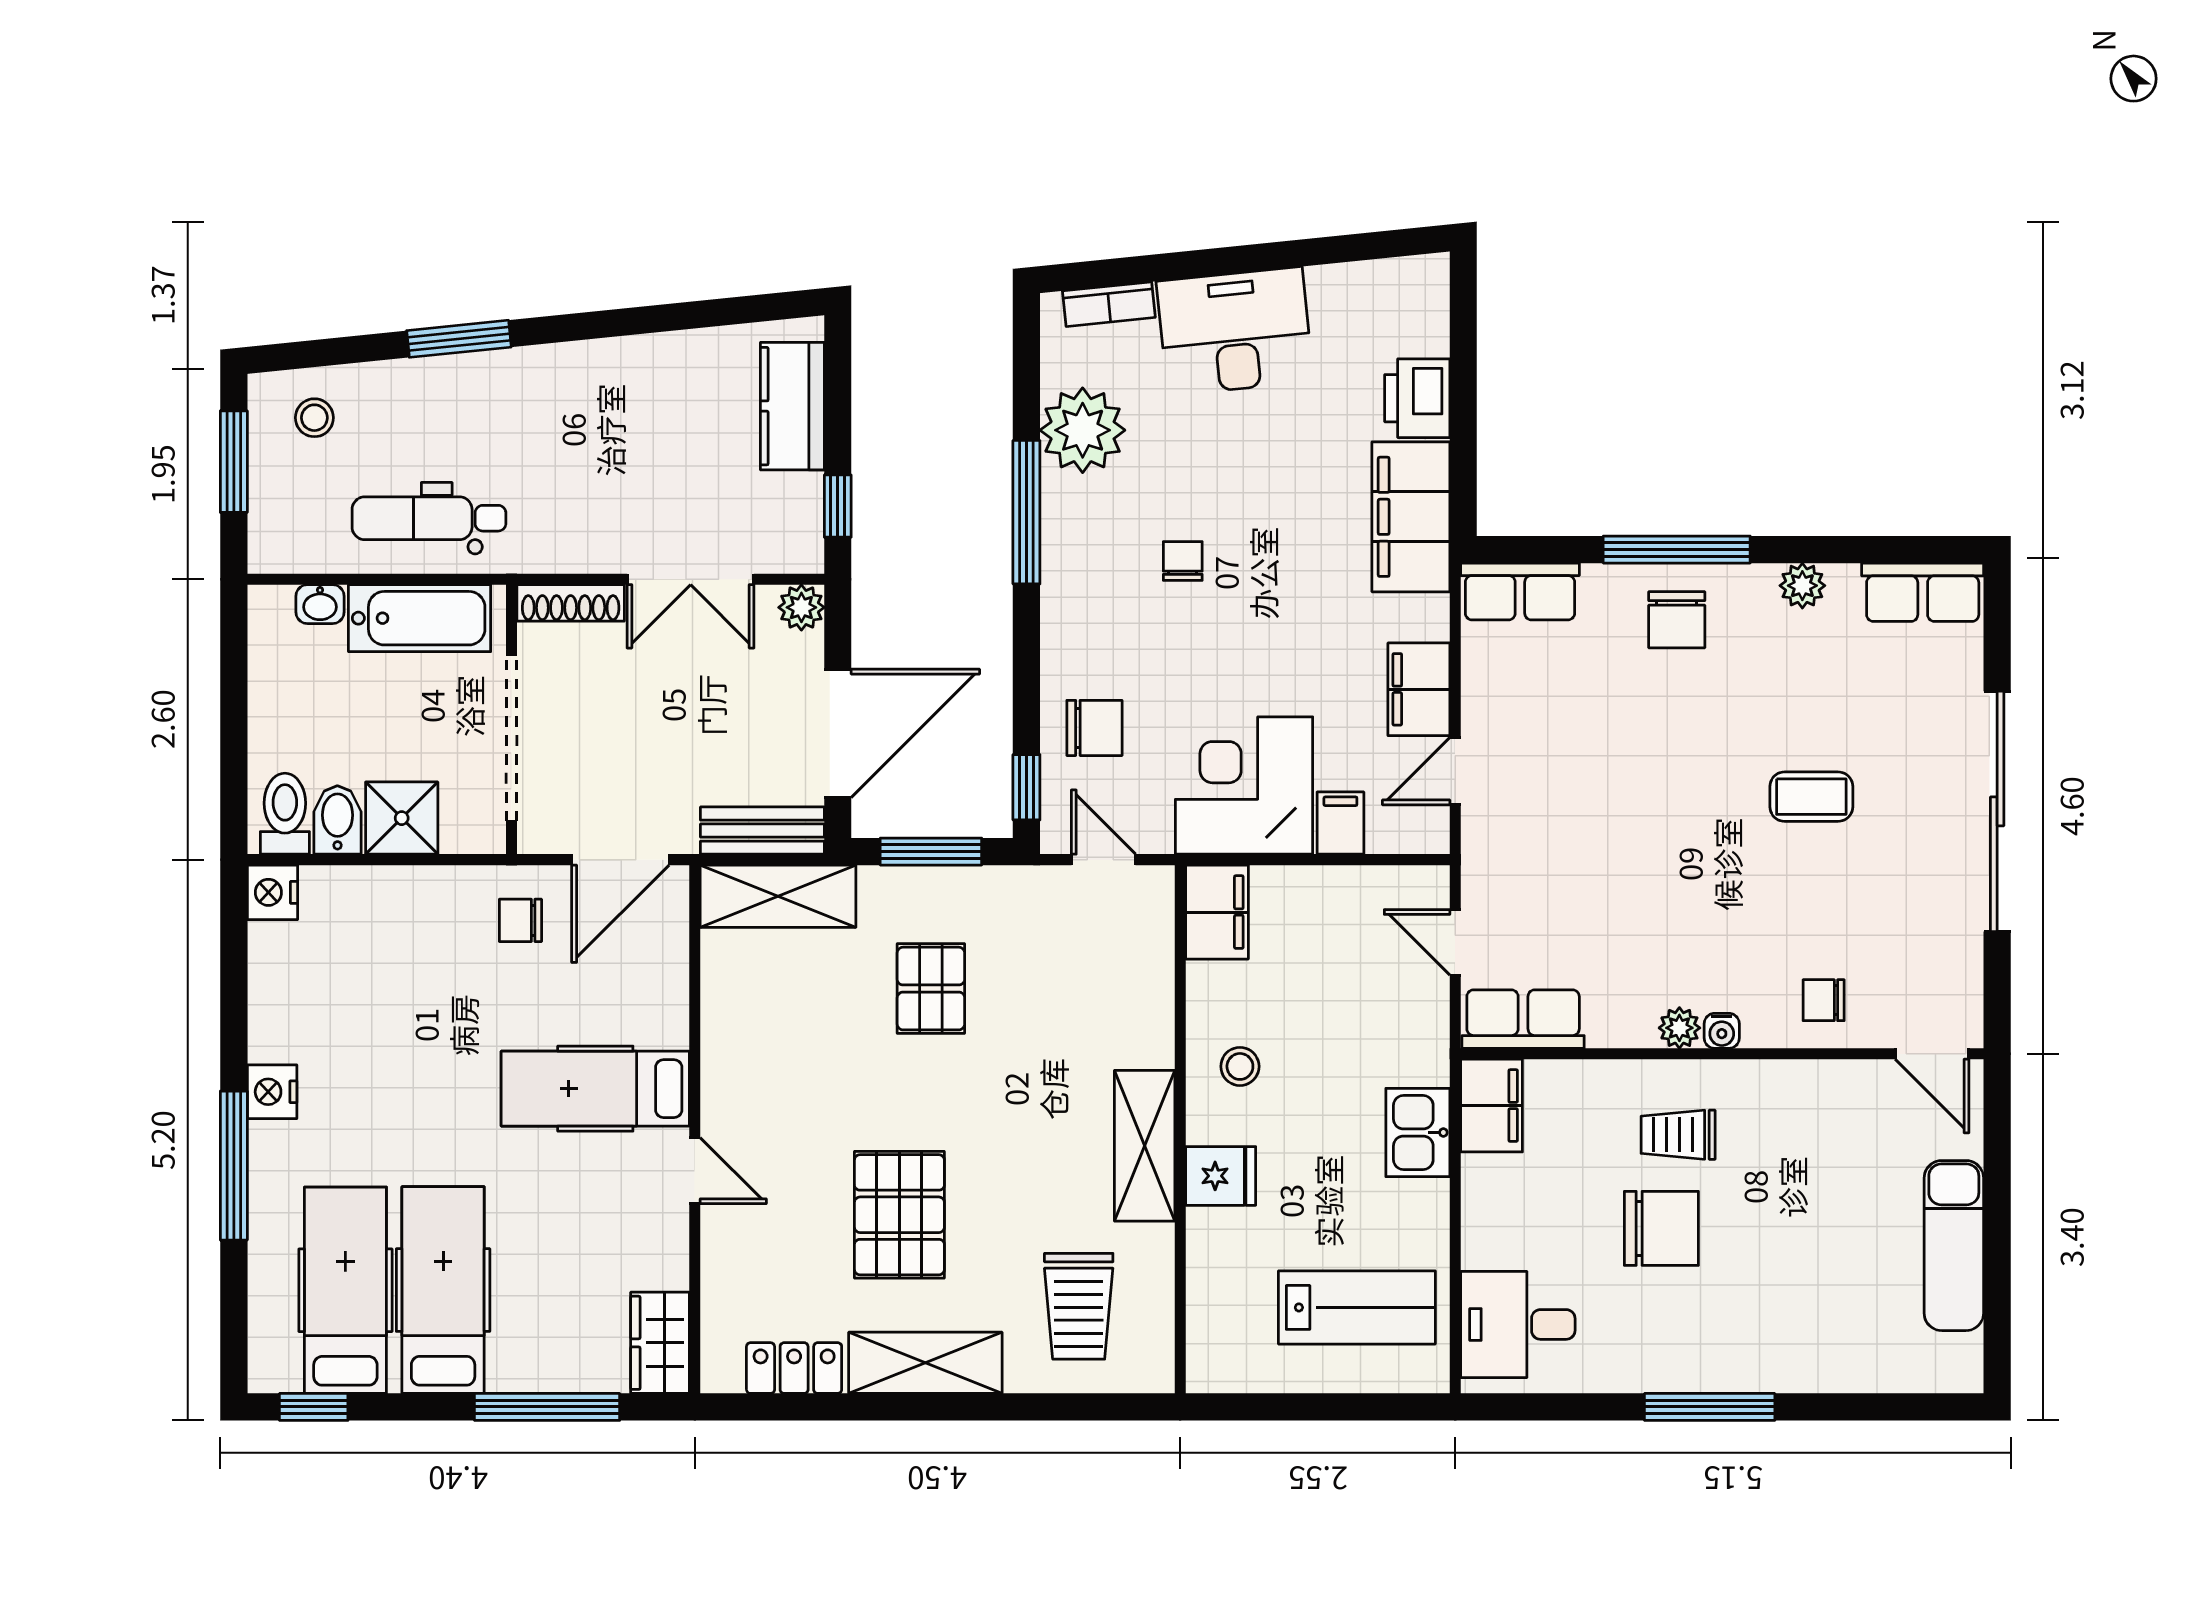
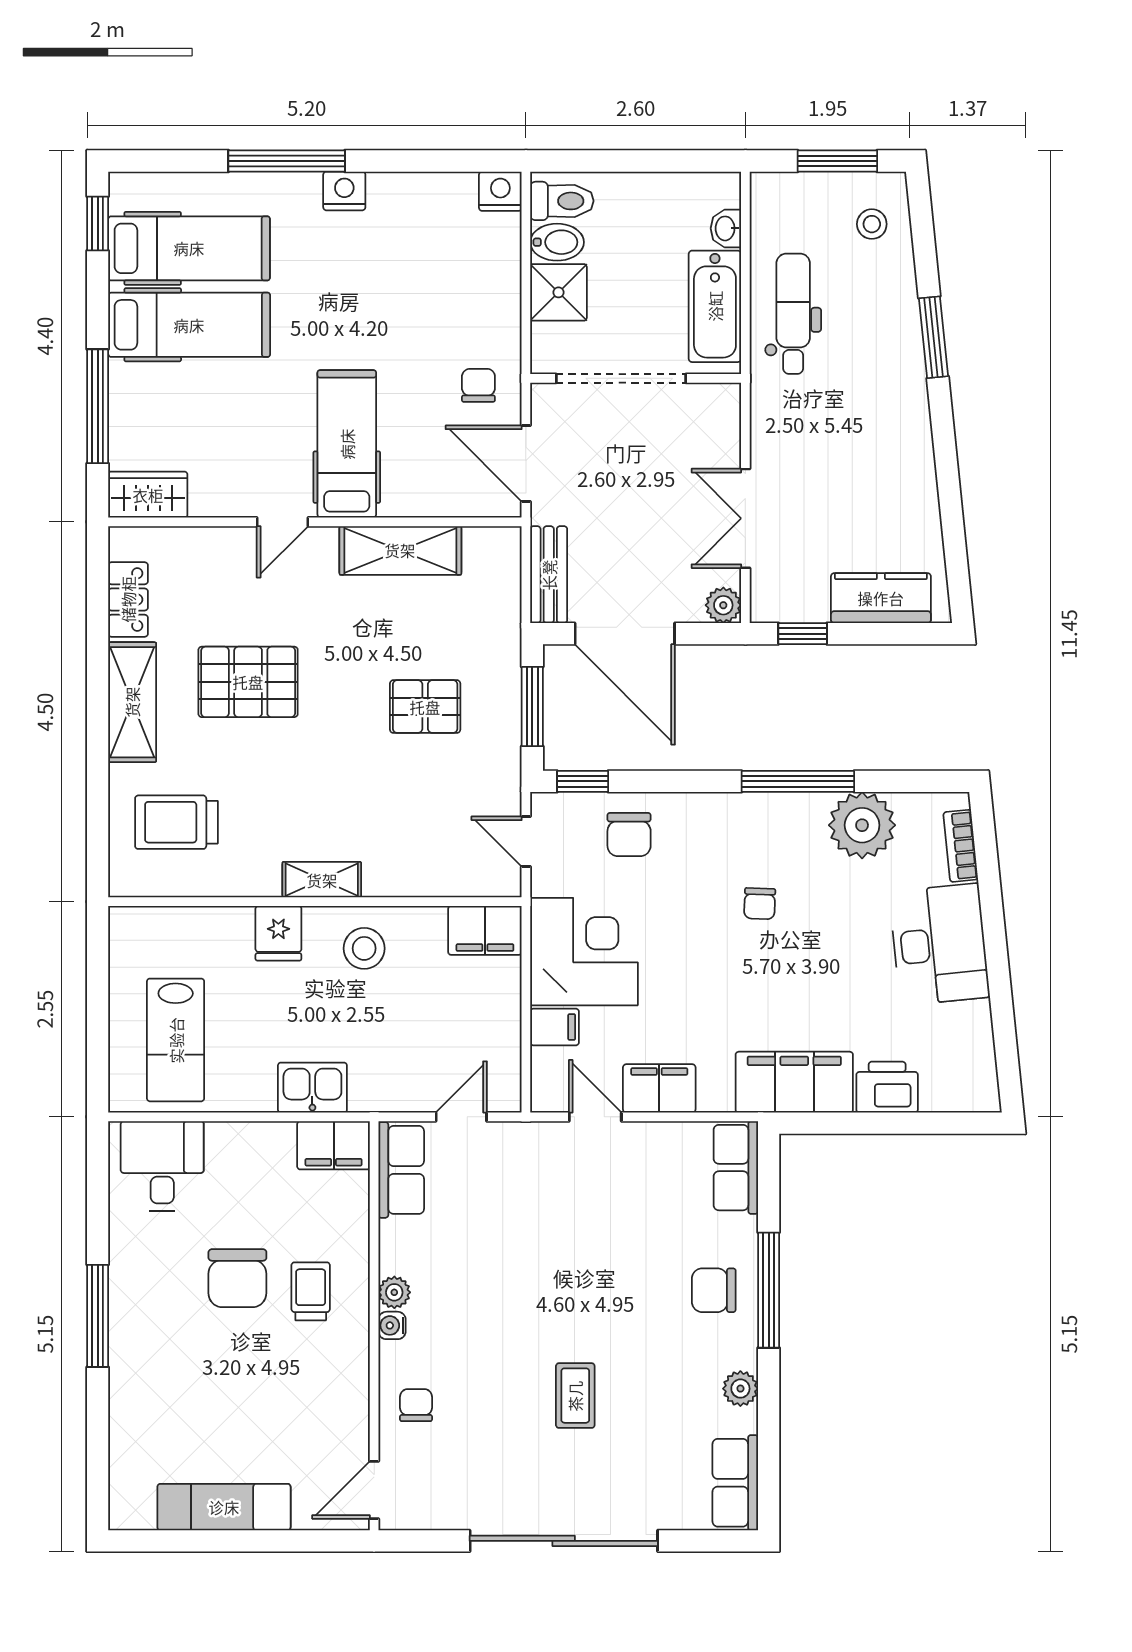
chair: (1183, 561) -> (760, 904), turned 92
shoe rack: (571, 603) -> (727, 425), removed
door: (1103, 860) -> (526, 842), swing flipped
shelving: (778, 896) -> (400, 550), moved, turned 90
stool: (1240, 1066) -> (364, 948), width x1.37, depth x1.37
shelving: (1145, 1146) -> (322, 880), width x0.67, depth x0.75

